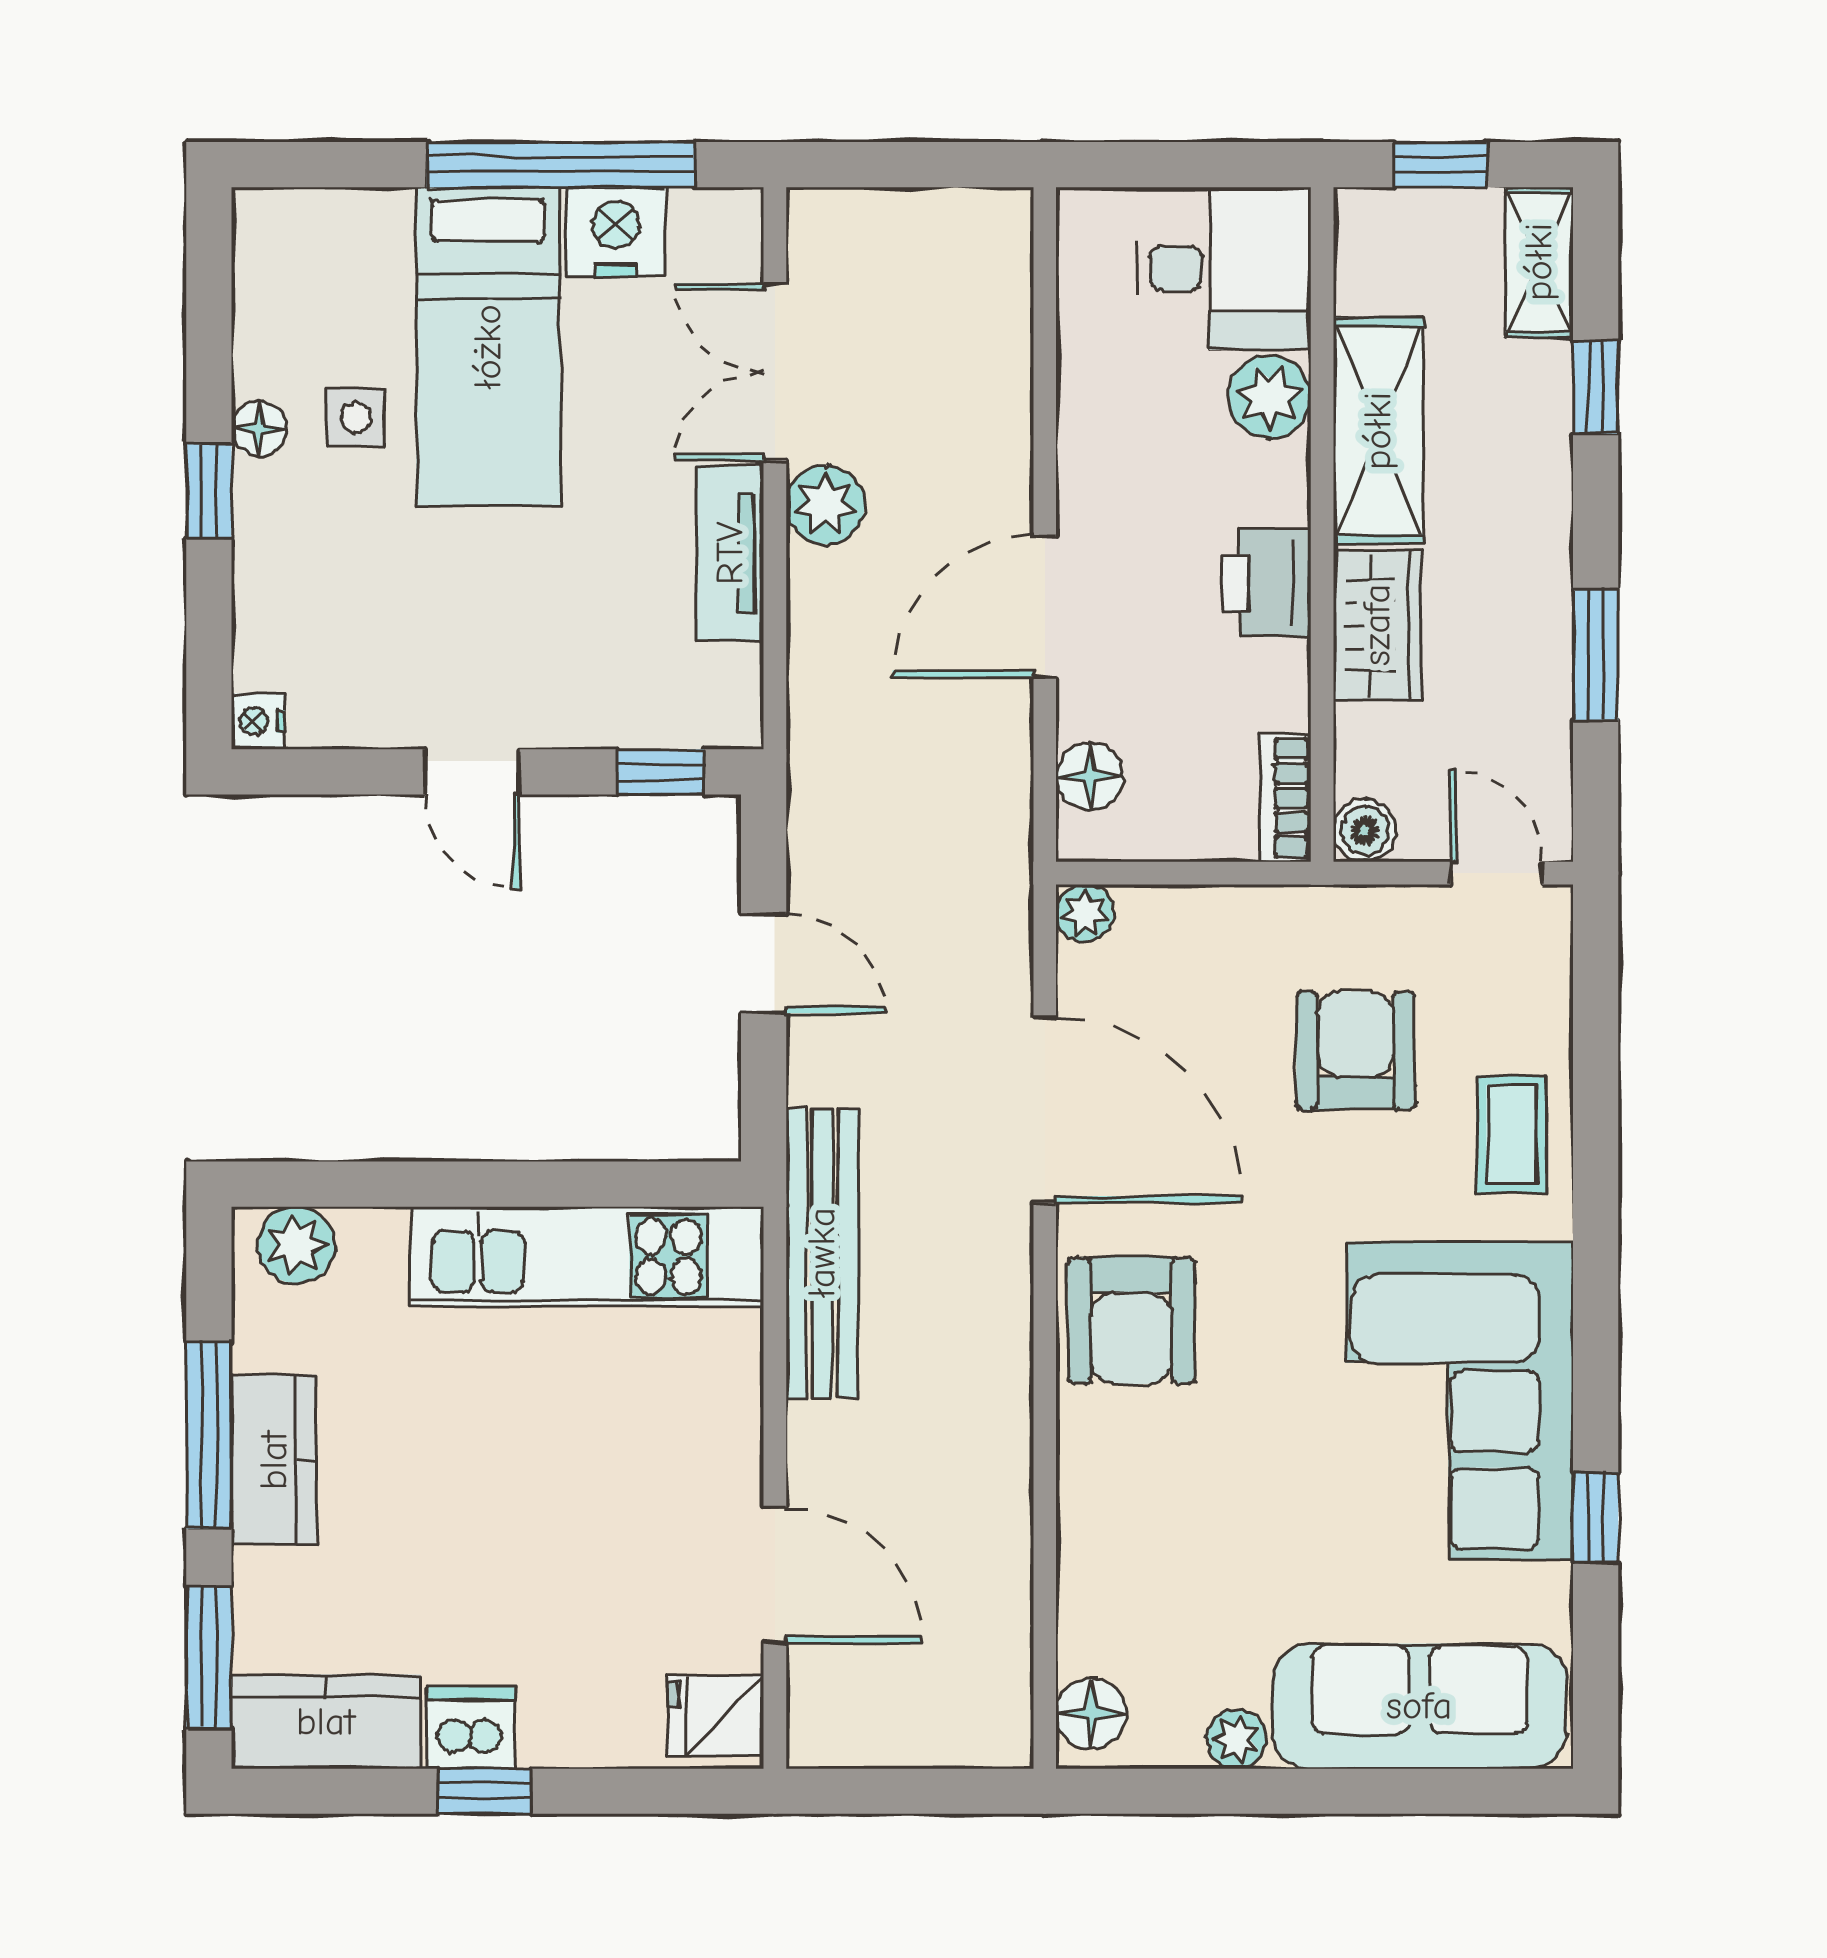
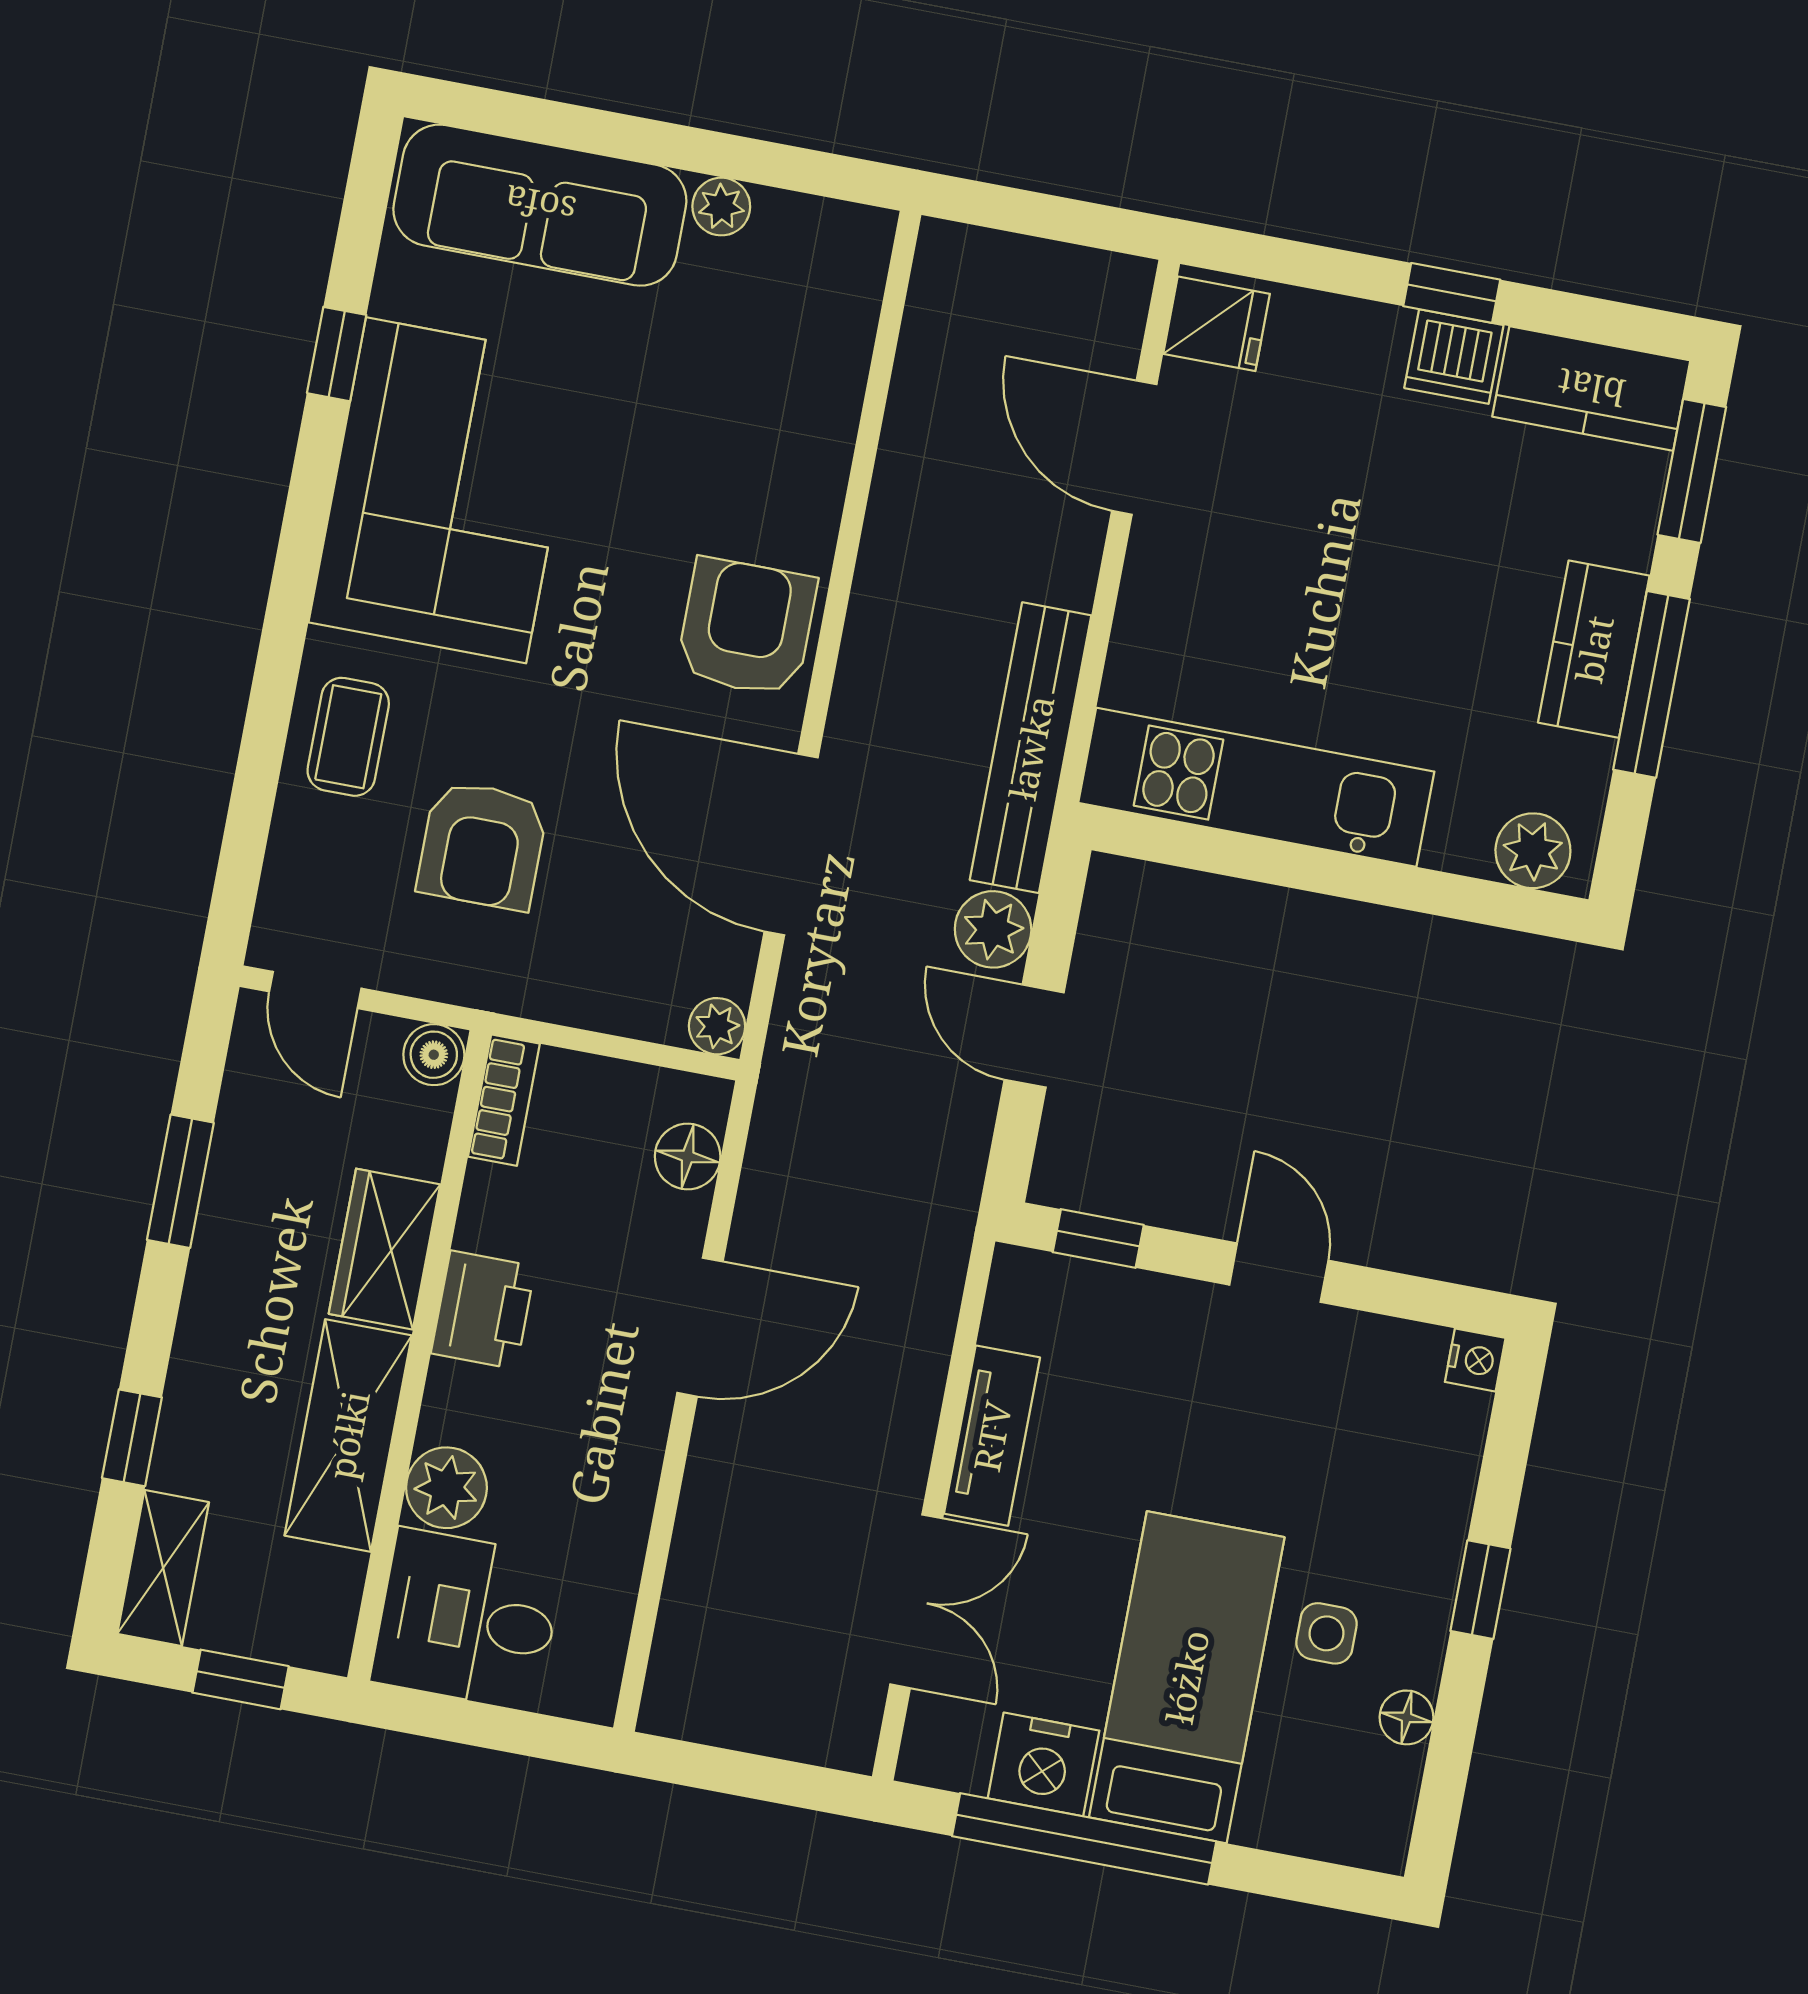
floor lamp: (259, 429) -> (1407, 1717), moved
plant: (825, 505) -> (993, 929), moved
floor lamp: (1091, 1713) -> (856, 258), removed

